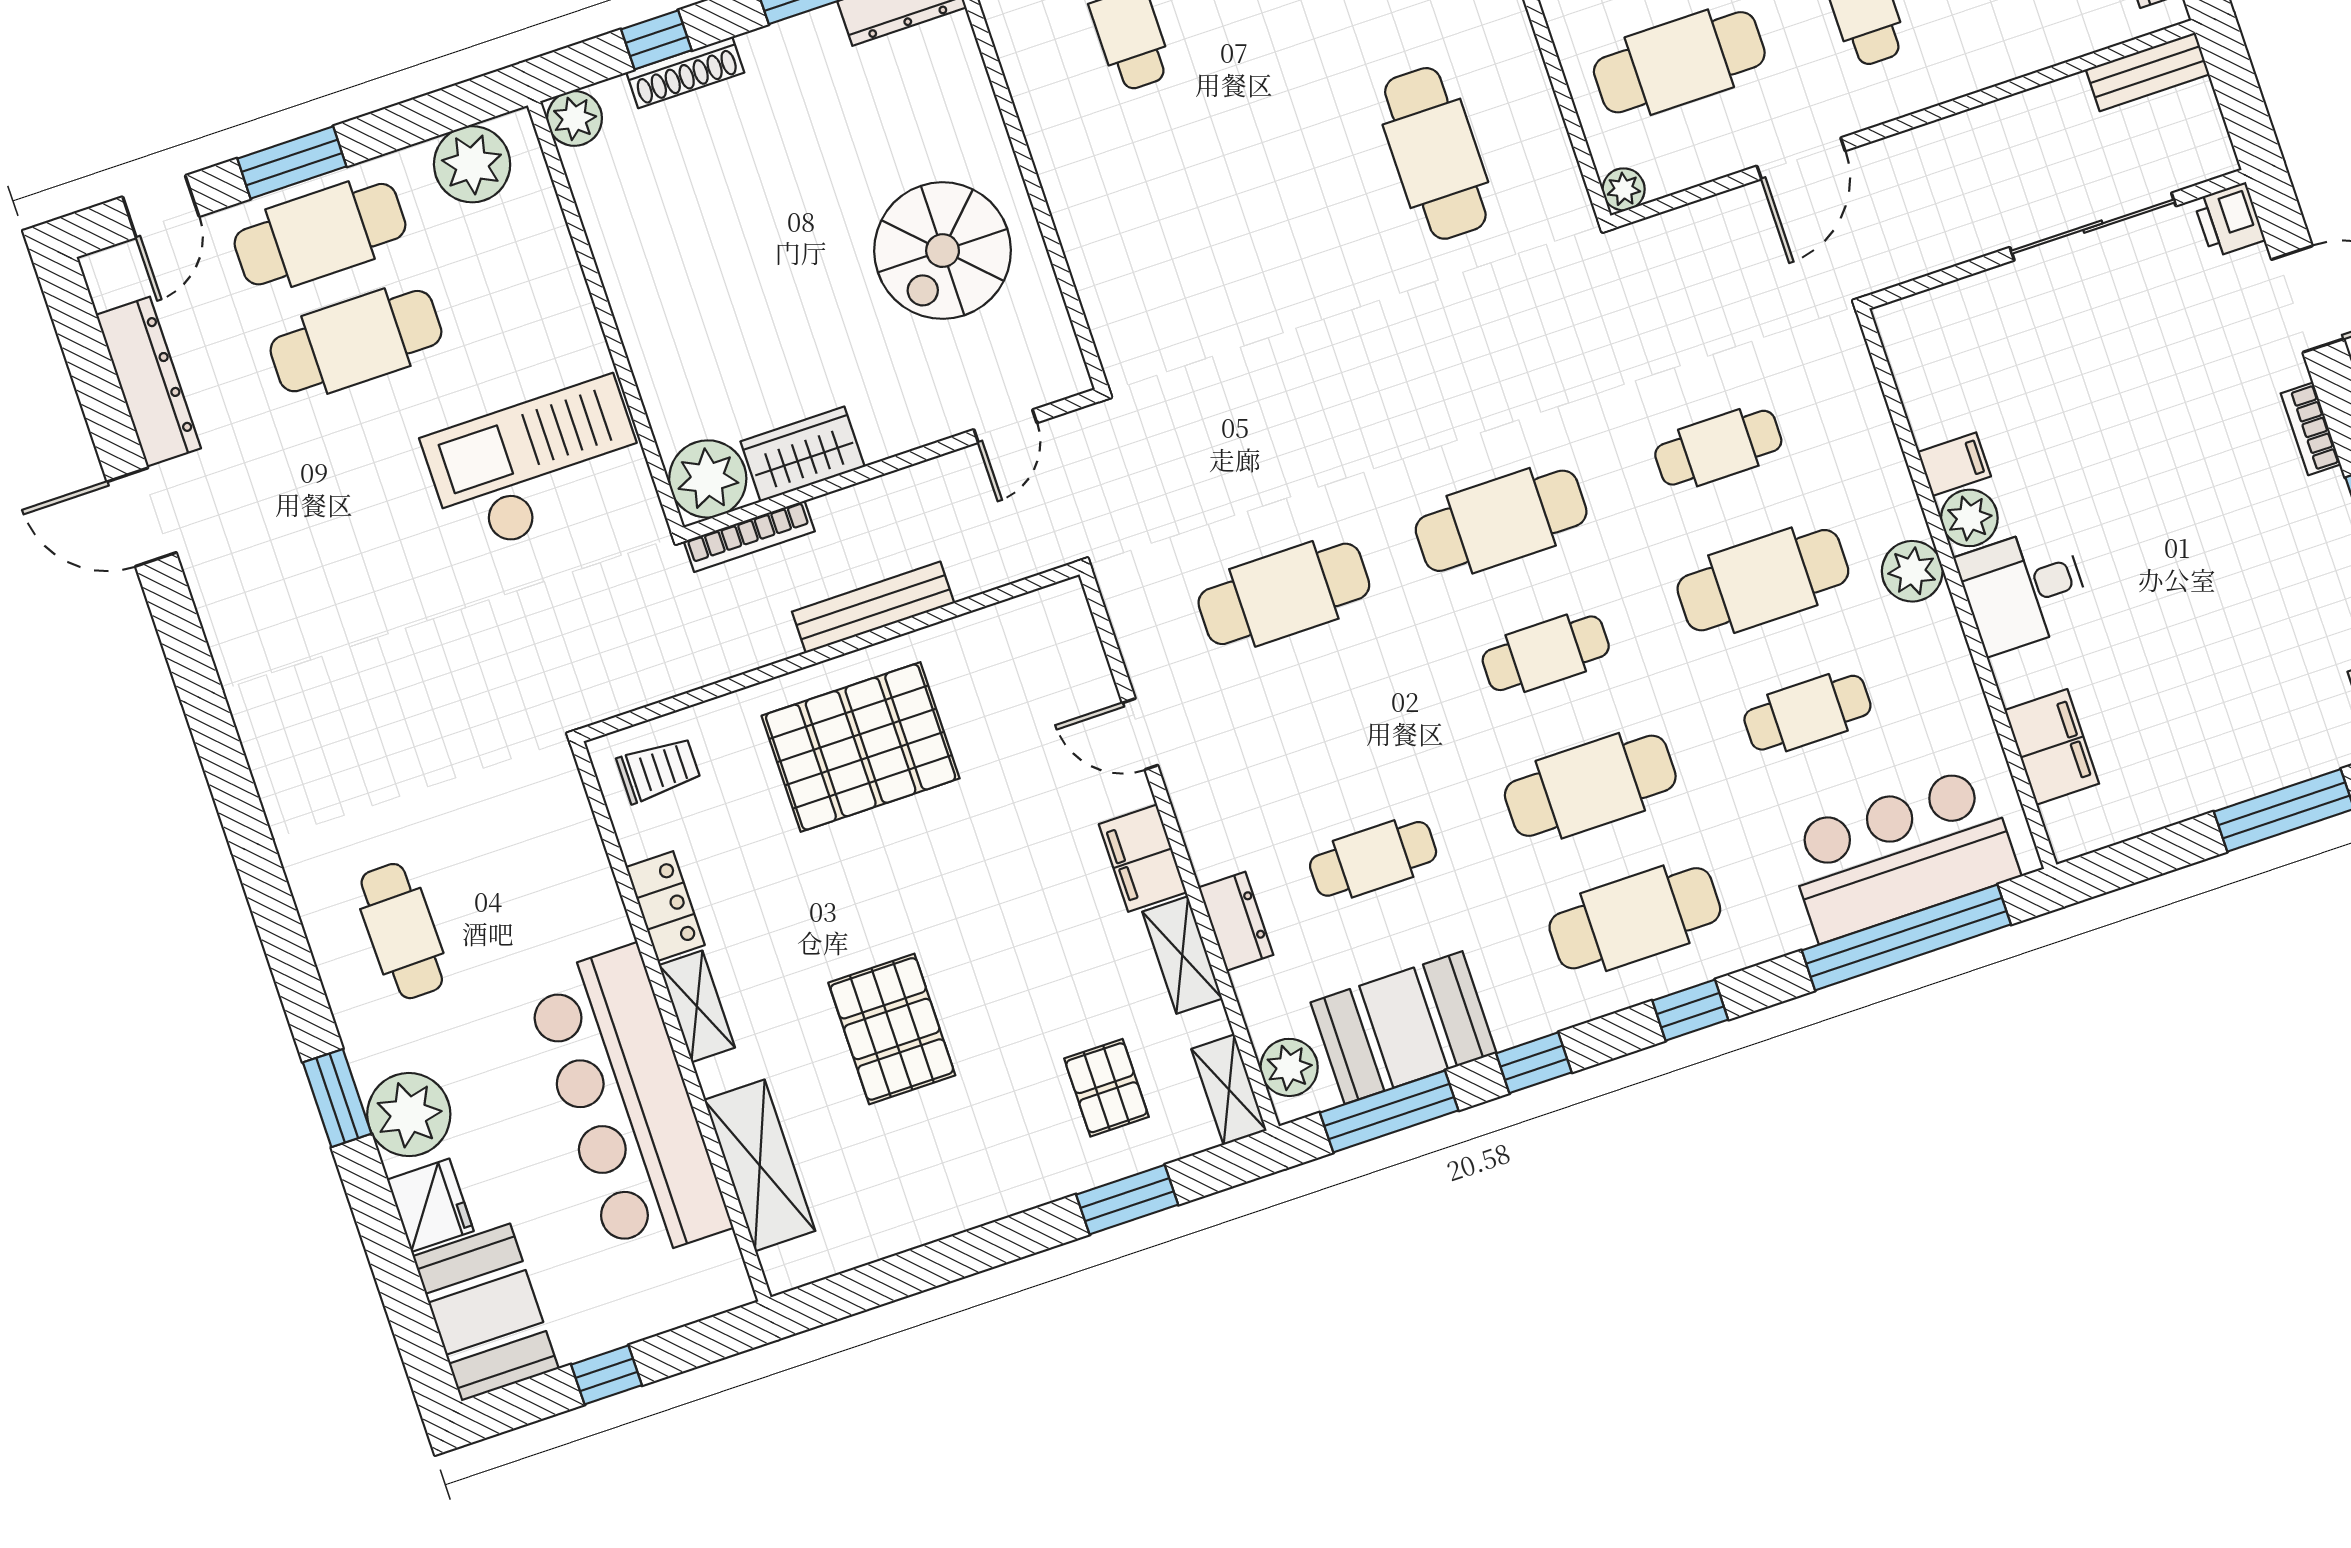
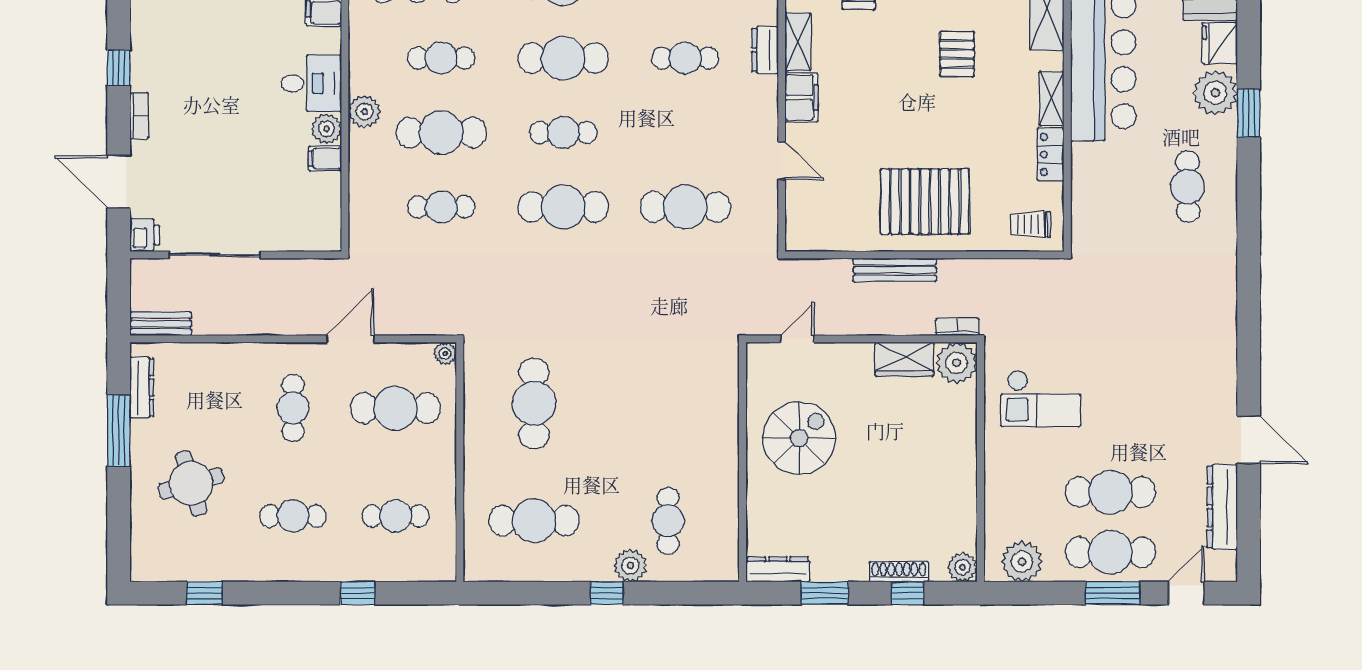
checkout: (536, 466) -> (1041, 398), width x0.73, depth x0.83
bookcase: (749, 536) -> (957, 327), width x0.64
pallet: (892, 1029) -> (957, 54), width x0.67, depth x0.71

